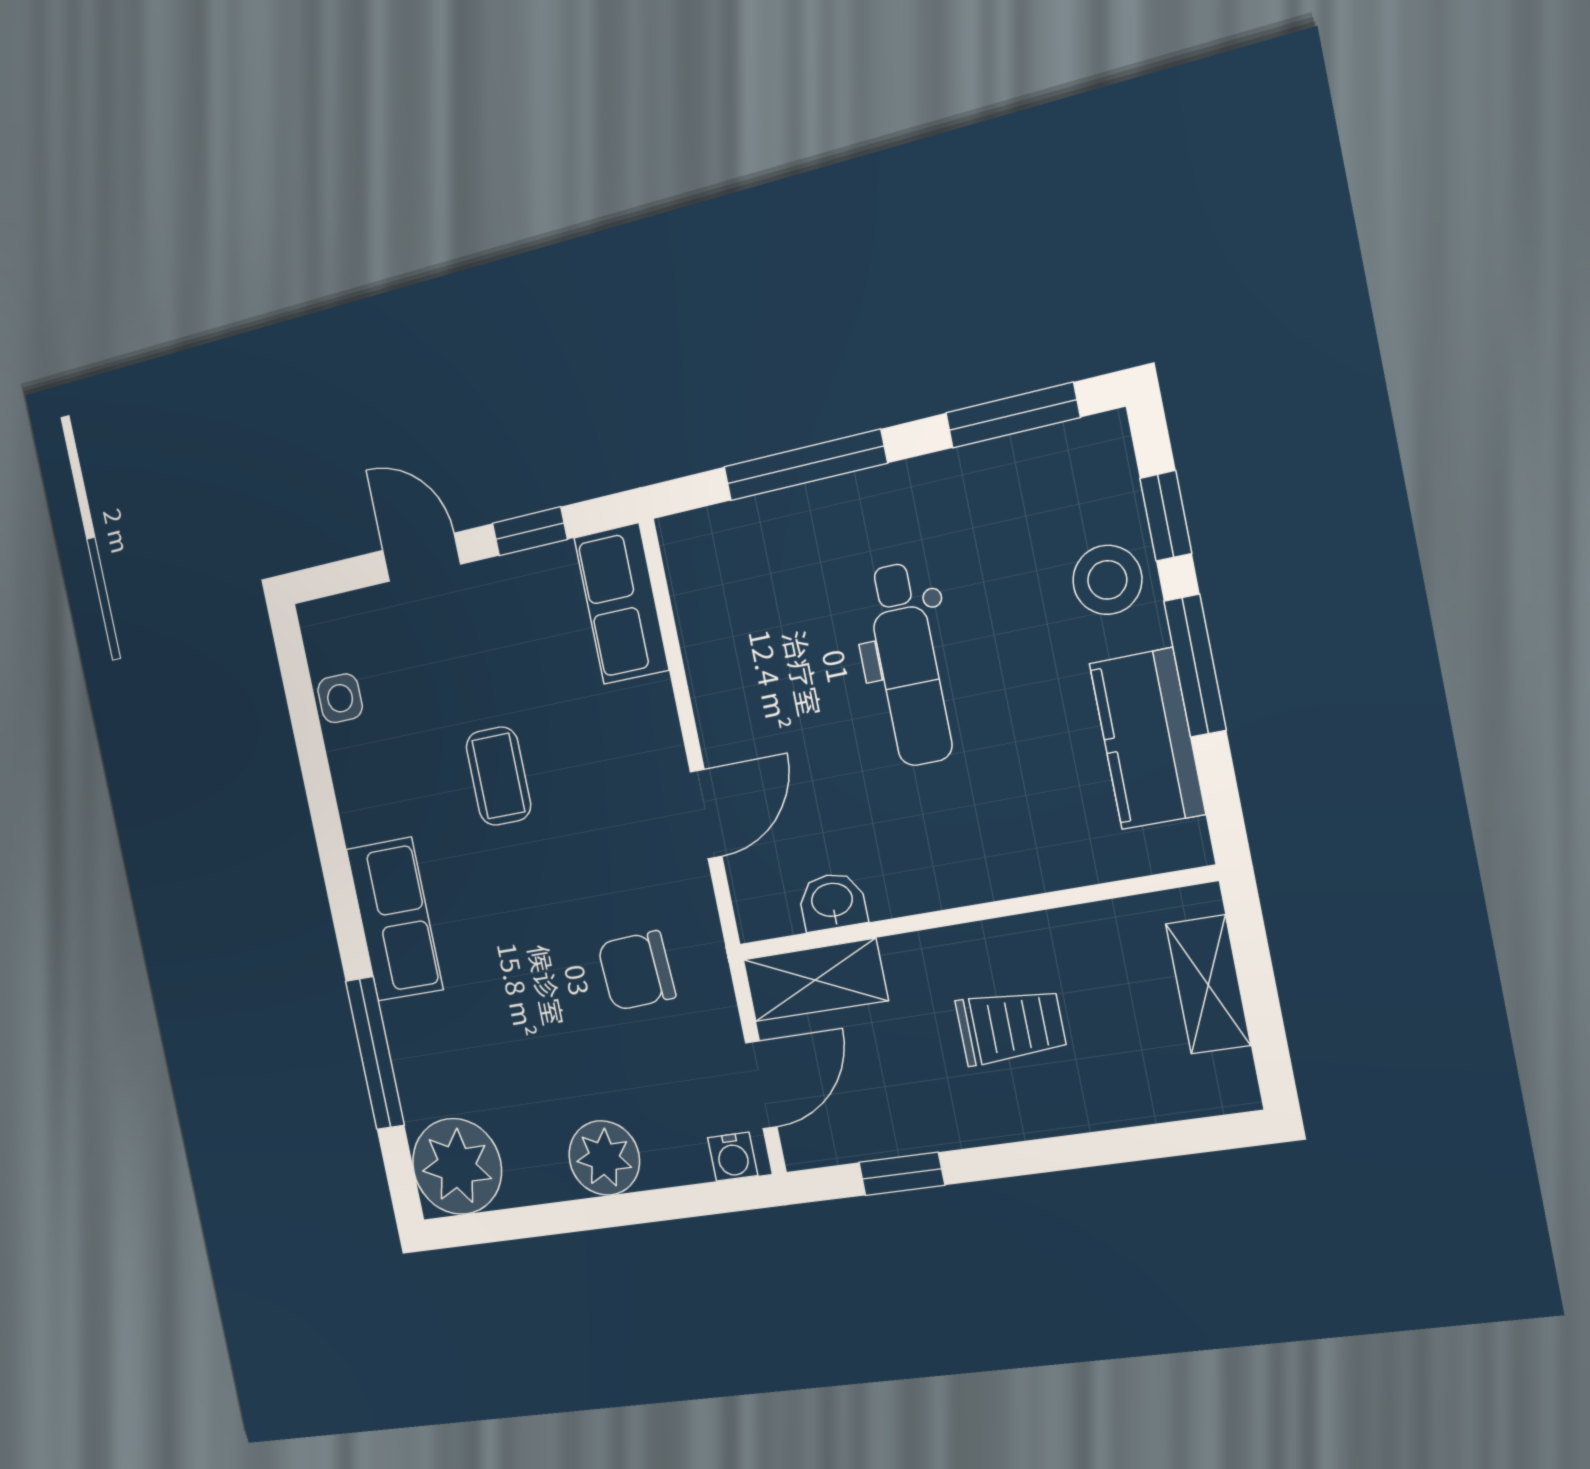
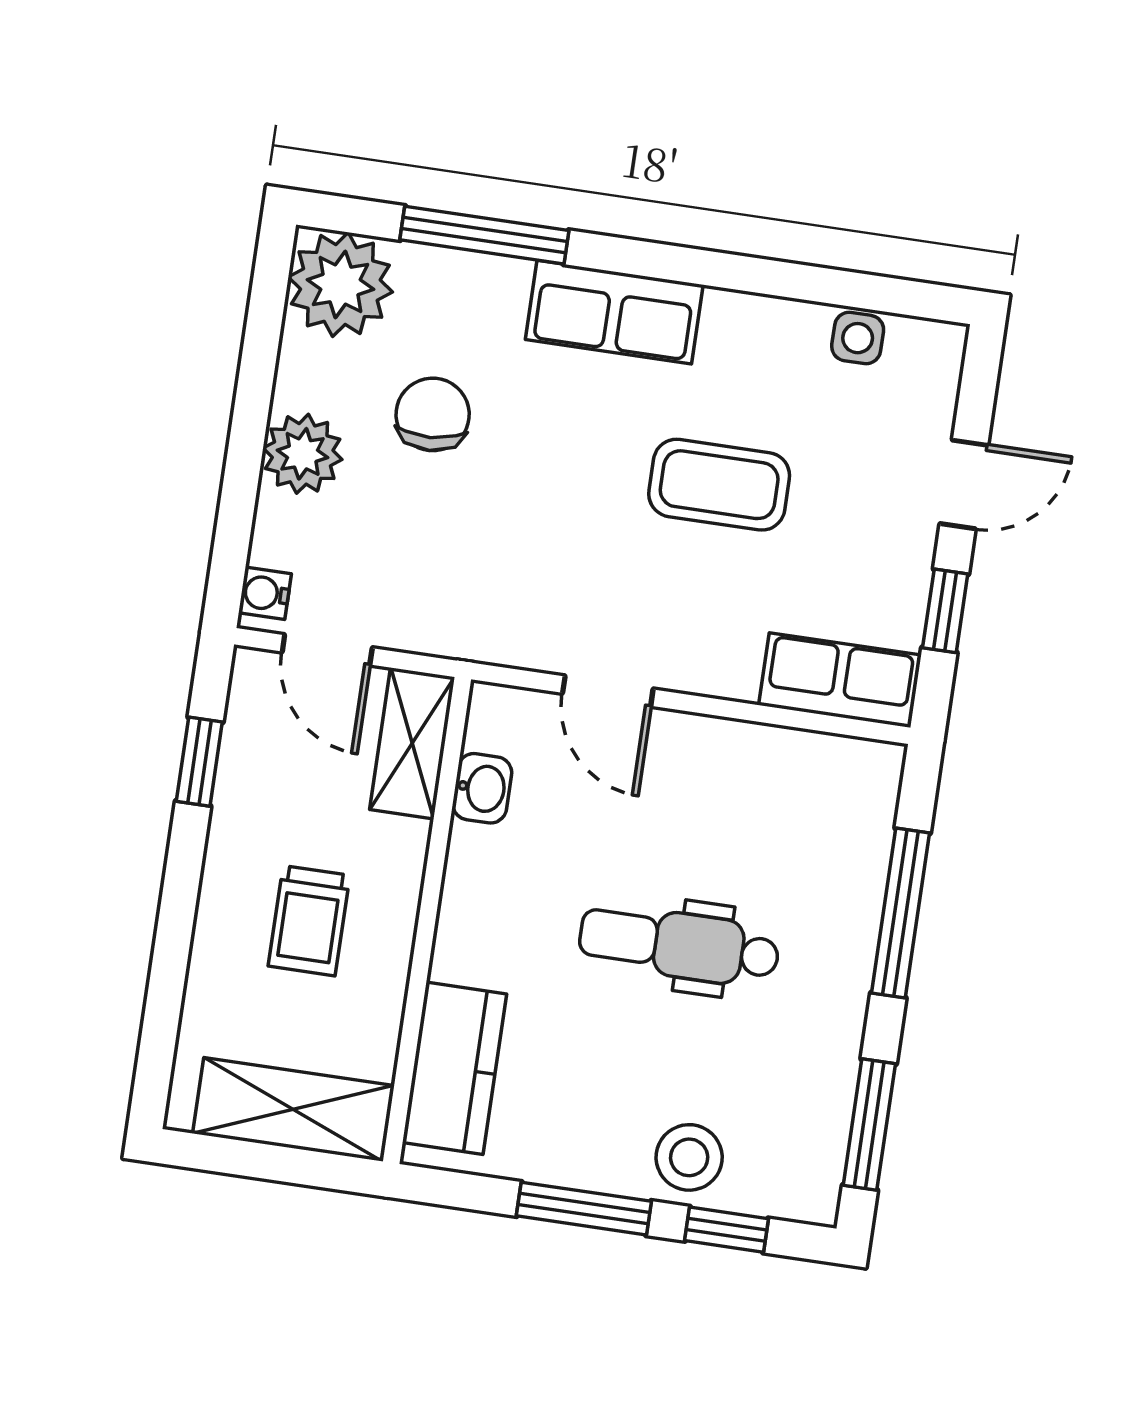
kitchen counter: (1147, 739) -> (455, 1068), moved, turned 90
coffee table: (498, 776) -> (719, 485), width x1.36, depth x1.30
chair: (636, 971) -> (433, 414), moved
shelving: (1208, 985) -> (293, 1109), width x1.50, depth x1.33

